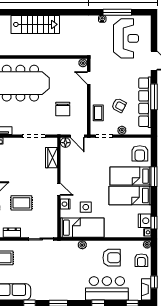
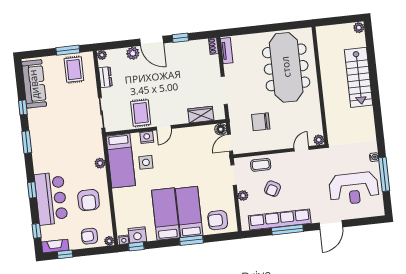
rug: (21, 203) -> (141, 113), moved

